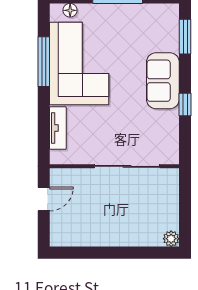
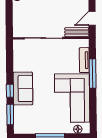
window: (44, 62) -> (93, 74), moved
window: (185, 104) -> (10, 91), moved
bench: (70, 176) -> (77, 32), added

